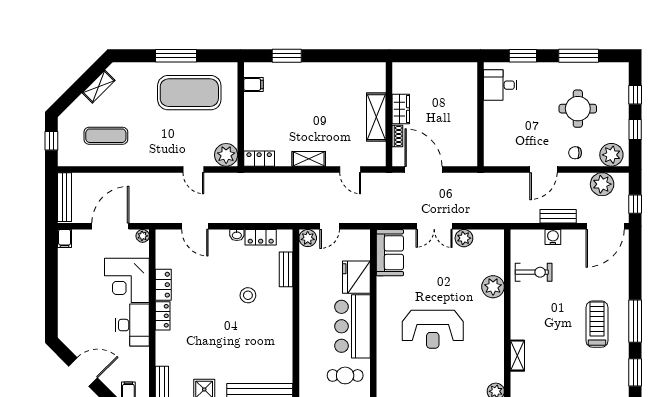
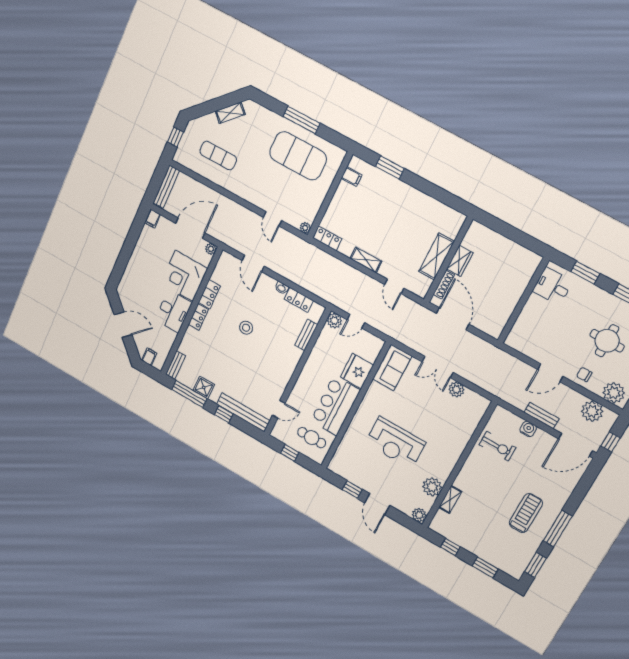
shoe rack: (397, 136) -> (444, 285), width x1.43
plant: (226, 155) -> (305, 228), width x0.53, depth x0.53
plant: (493, 287) -> (432, 487), moved
stool: (248, 295) -> (246, 328), moved
door: (296, 365) -> (279, 409), added

